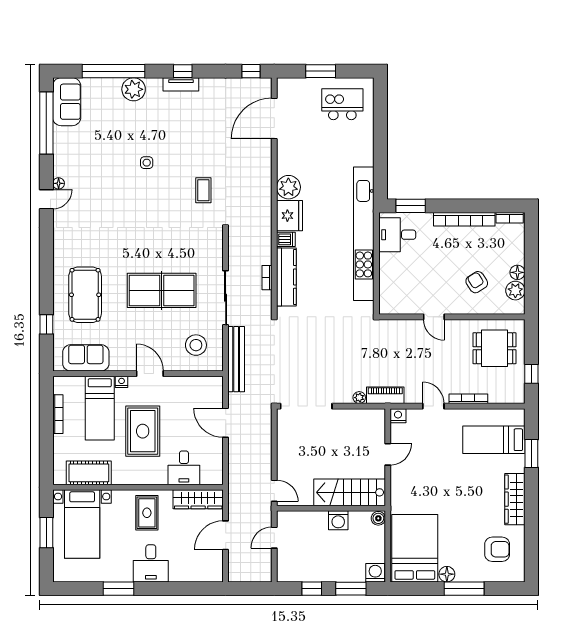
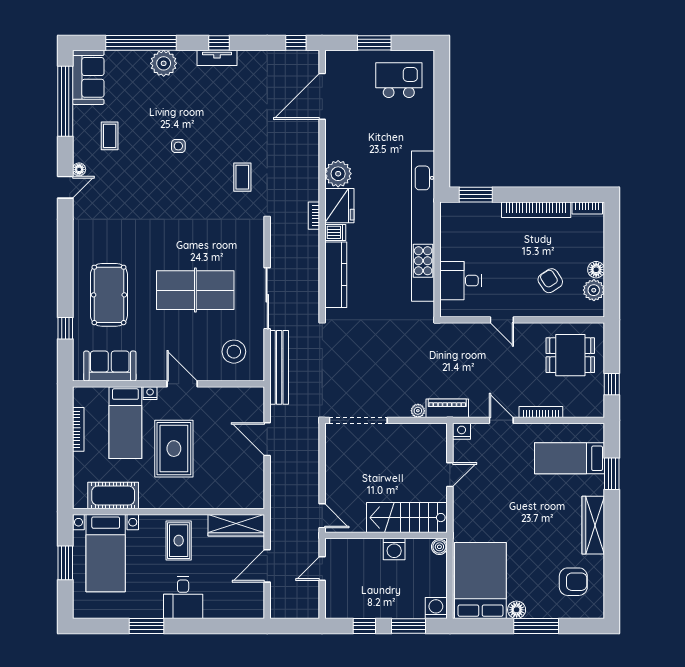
coffee table: (86, 154) -> (110, 136), added
desk: (397, 235) -> (461, 281), moved
bookcase: (267, 278) -> (314, 216), moved
desk: (184, 468) -> (220, 490), removed

